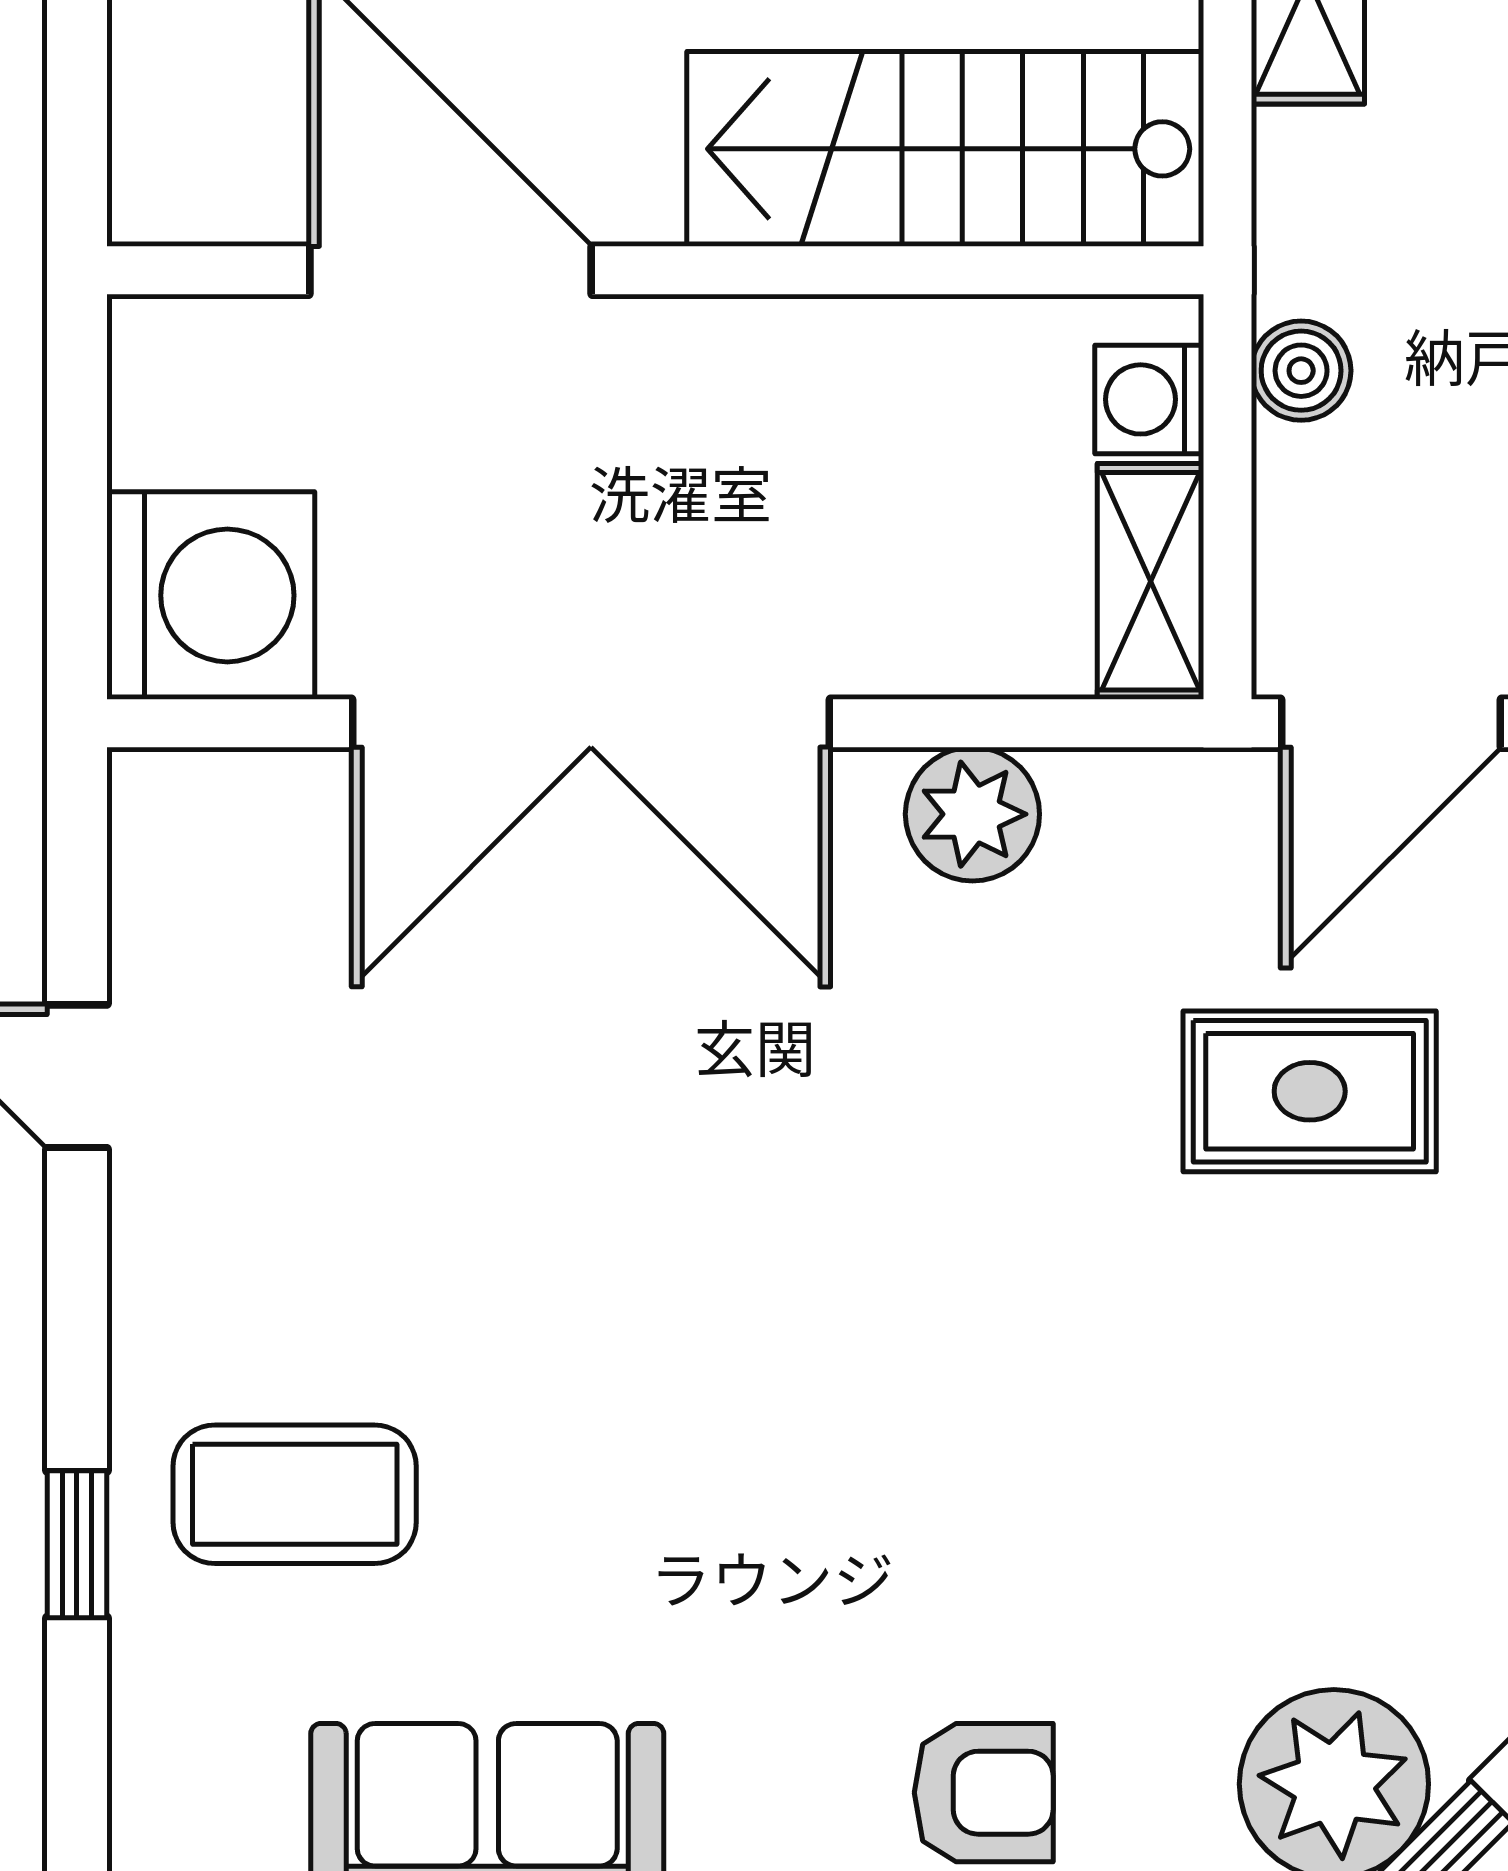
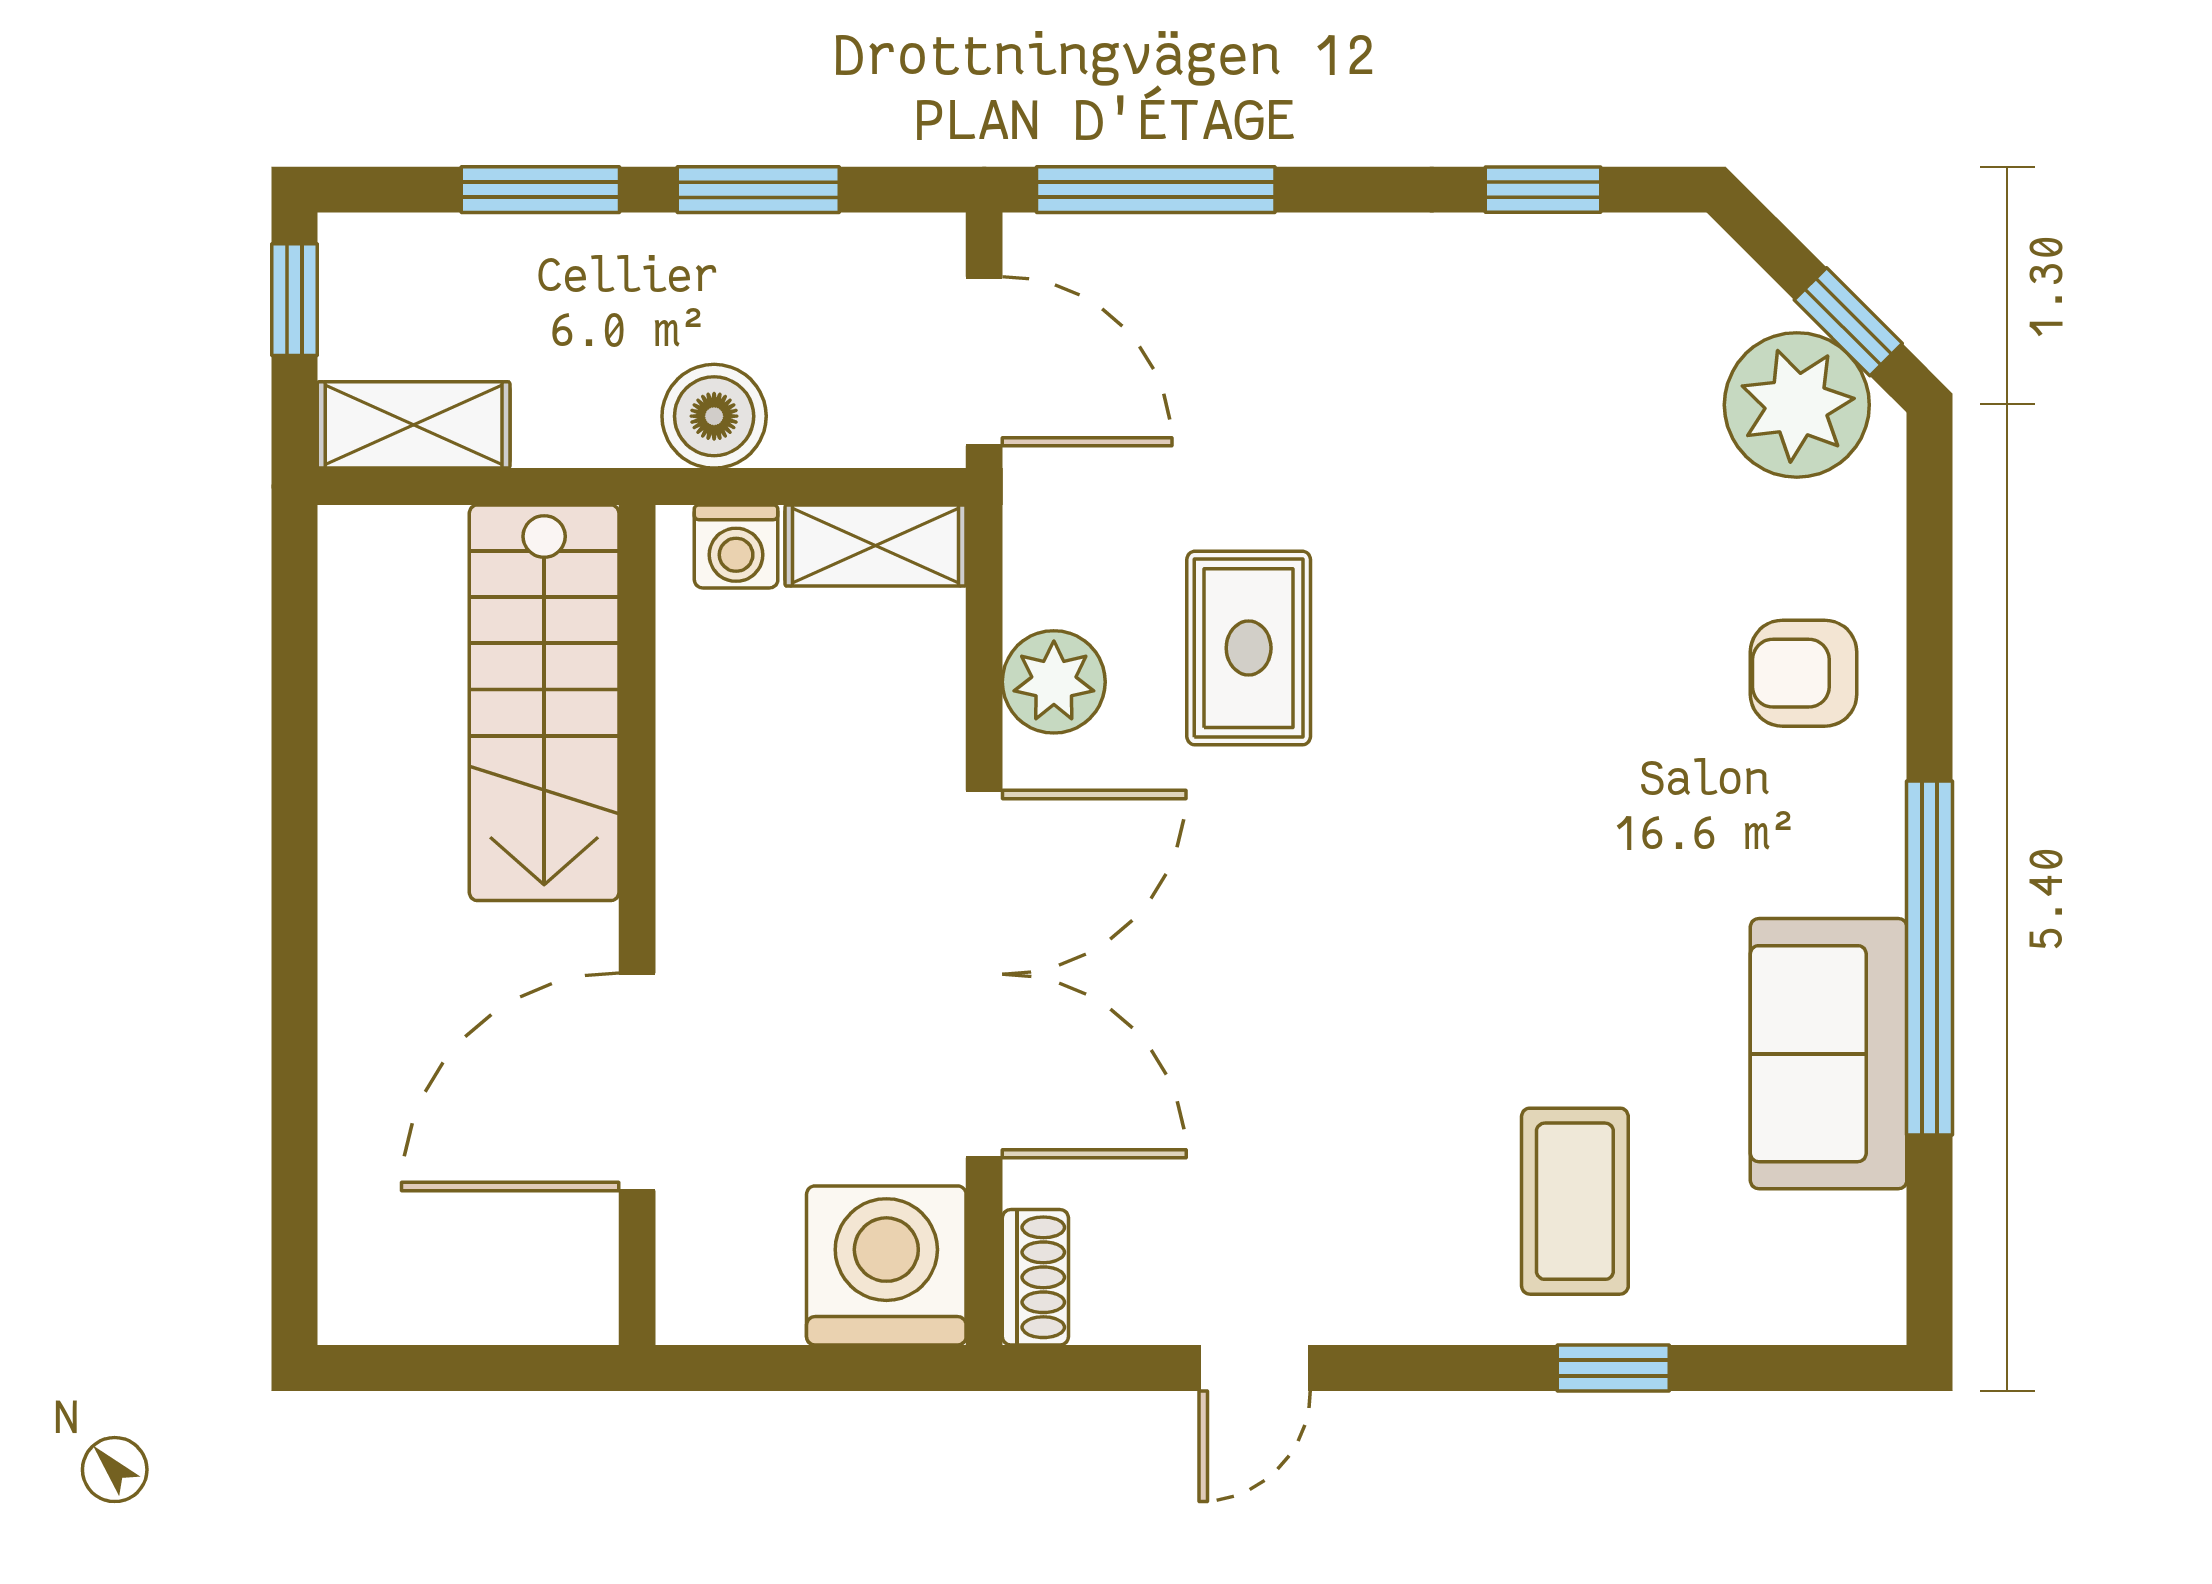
boiler: (1301, 371) -> (714, 416), width x1.36, depth x1.36
shoe rack: (195, 790) -> (1035, 1277), added
rug: (1310, 1091) -> (1249, 648), moved
armchair: (984, 1793) -> (1804, 673), turned -90

